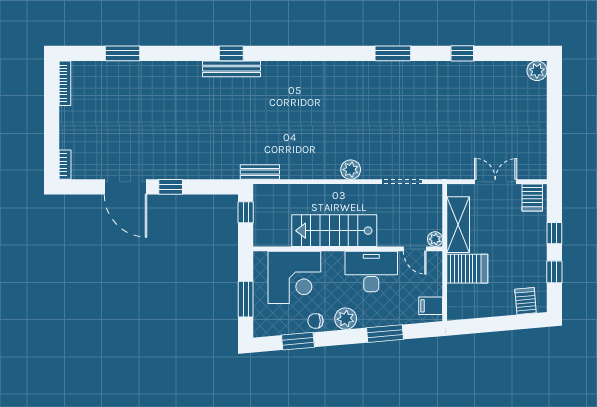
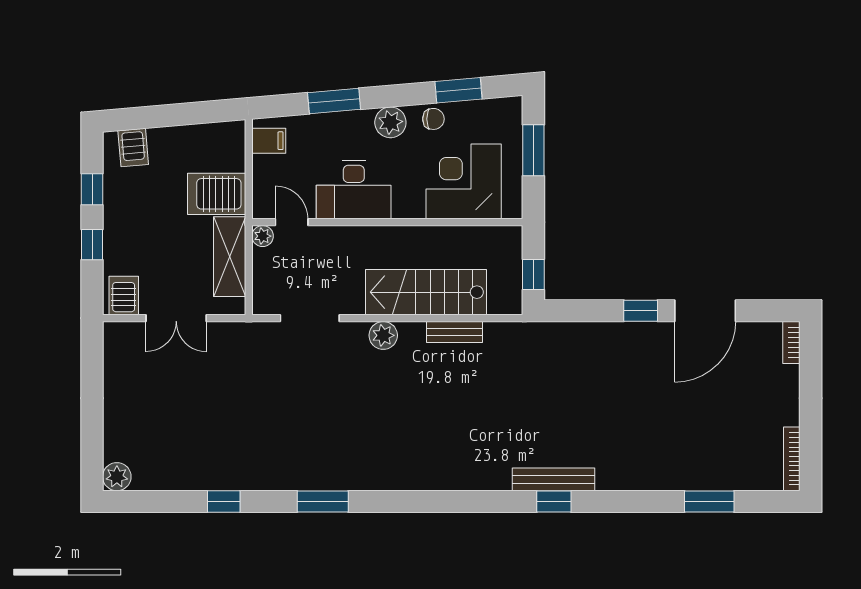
bench: (260, 172) -> (454, 332), moved
door: (125, 187) -> (705, 311), swing flipped
stairs: (334, 231) -> (426, 292), moved, turned 180

